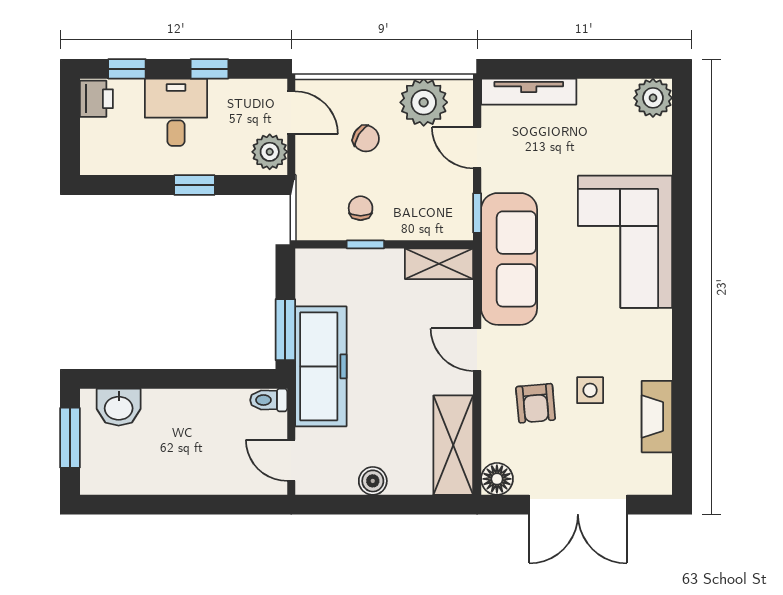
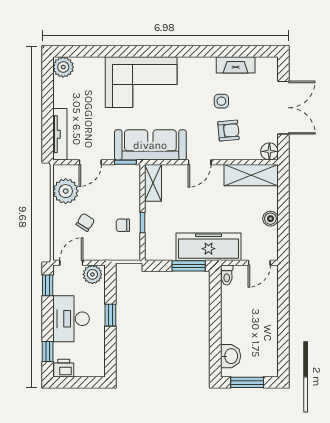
window: (209, 69) -> (48, 285), moved
desk: (176, 112) -> (71, 319), width x1.37

